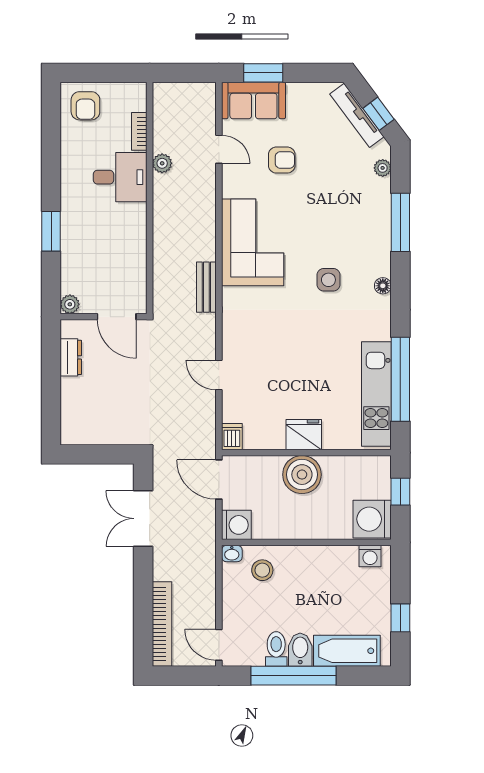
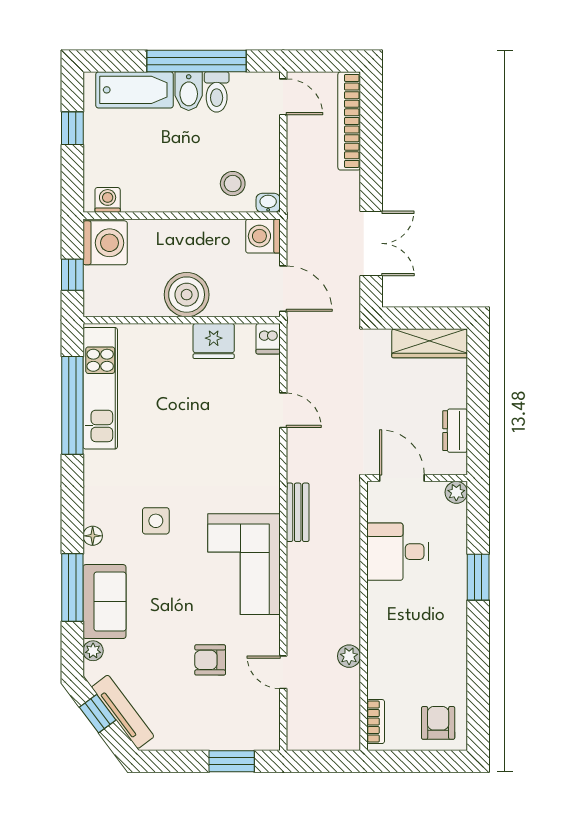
sofa: (253, 100) -> (104, 602), moved, turned 90
bookcase: (139, 131) -> (376, 722), moved
desk: (120, 177) -> (398, 552), moved
floor lamp: (383, 286) -> (93, 536), moved
wardrobe: (93, 433) -> (430, 343), added
fridge: (304, 435) -> (214, 341), moved

